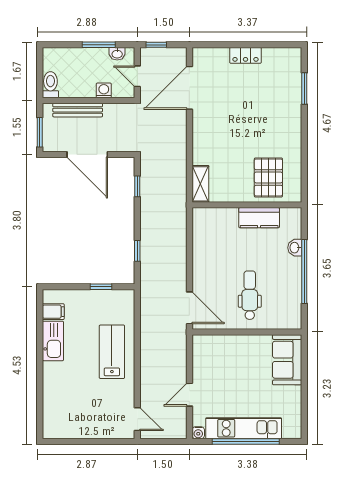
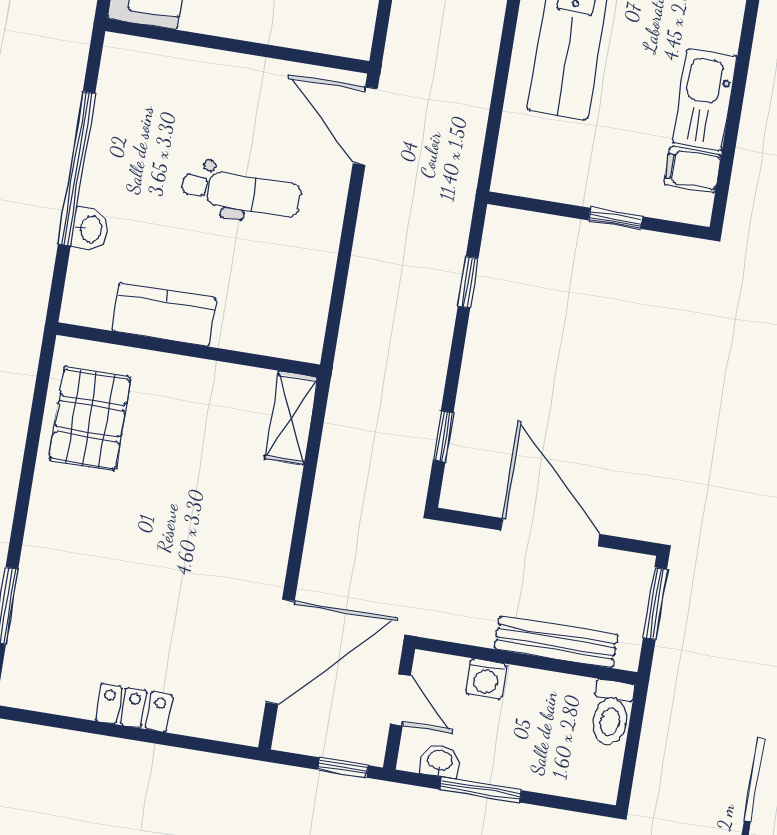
pallet: (268, 177) -> (90, 419), moved
window: (101, 287) -> (616, 218), moved
dental chair: (250, 295) -> (241, 193), moved, turned -90

